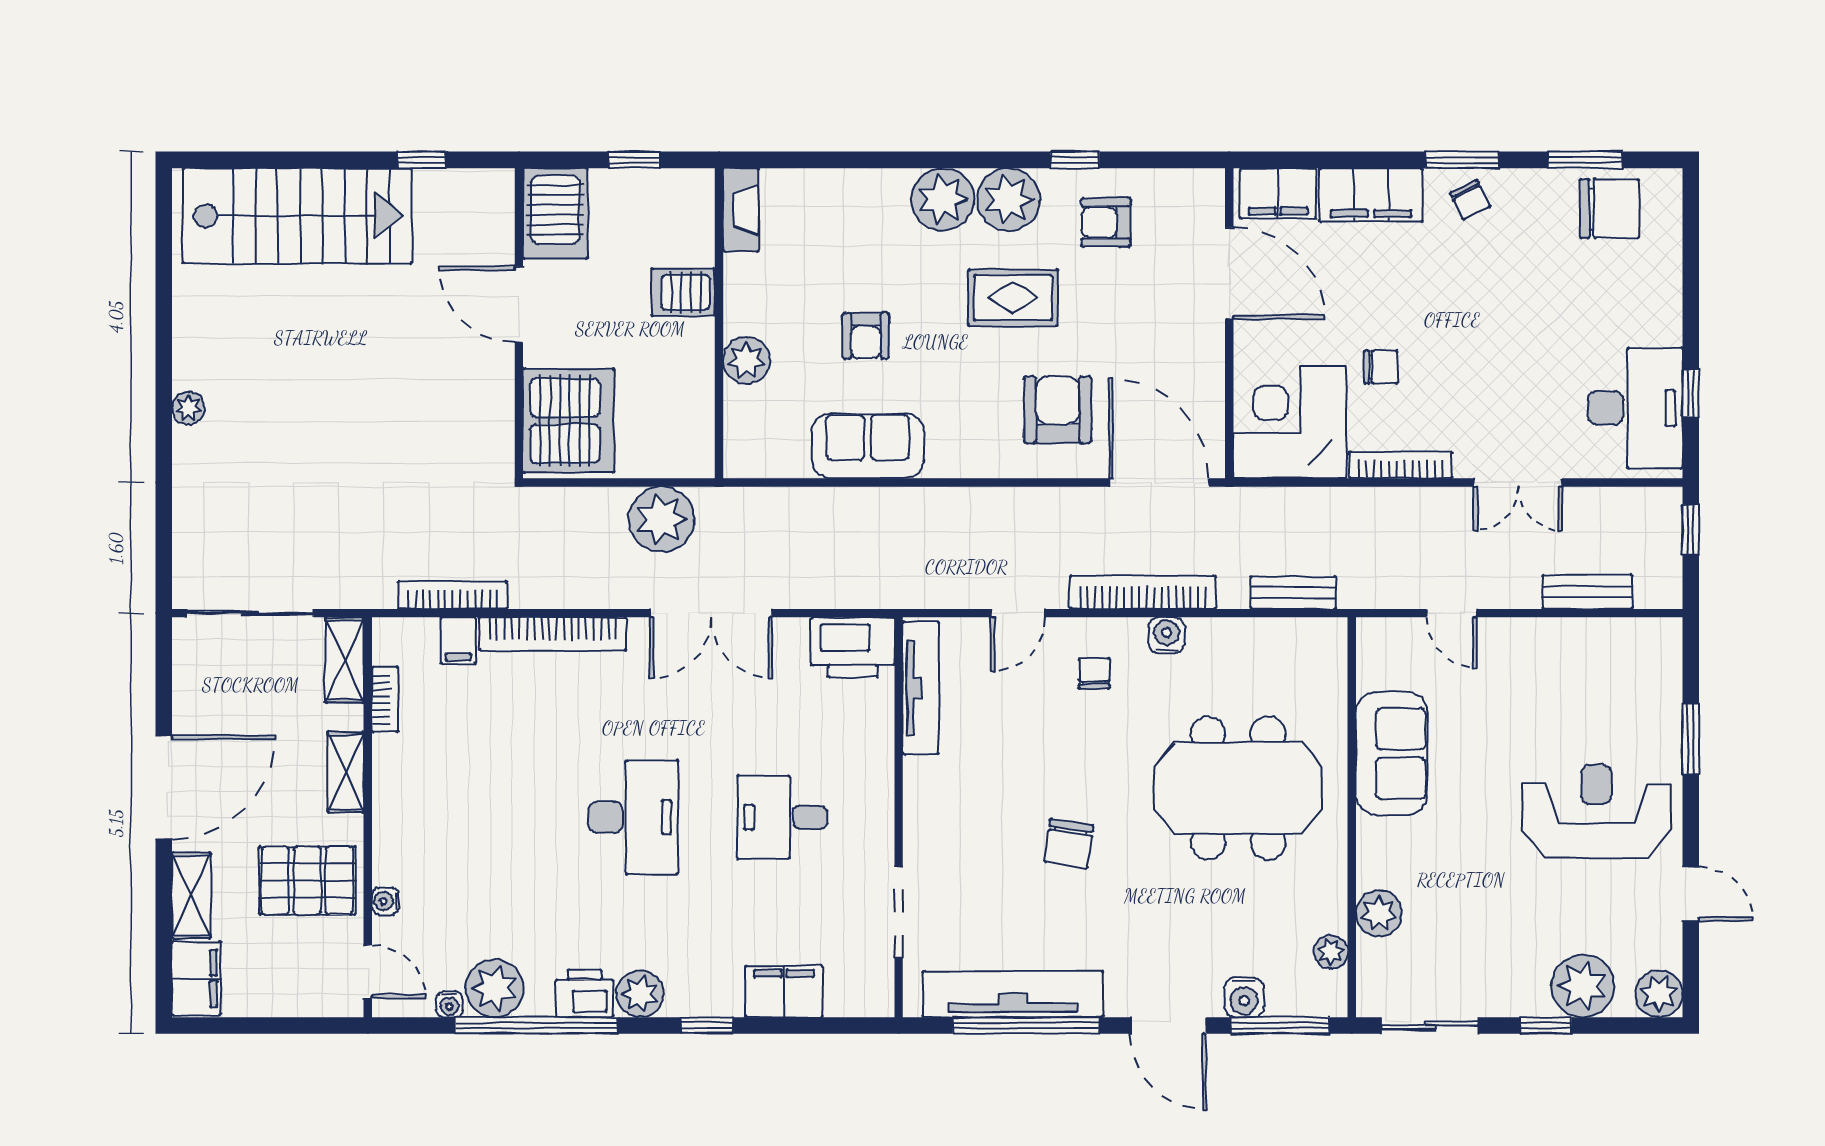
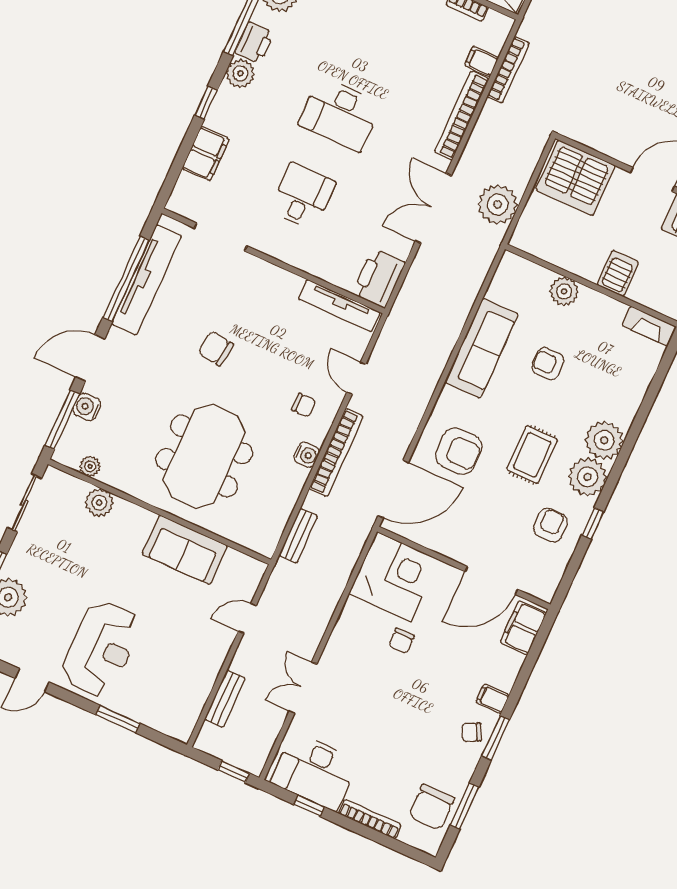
filing cabinet: (1371, 195) -> (493, 699), width x0.33, depth x0.86
sofa: (868, 446) -> (481, 348), width x1.36
bookcase: (1401, 465) -> (370, 819), moved, turned -90

